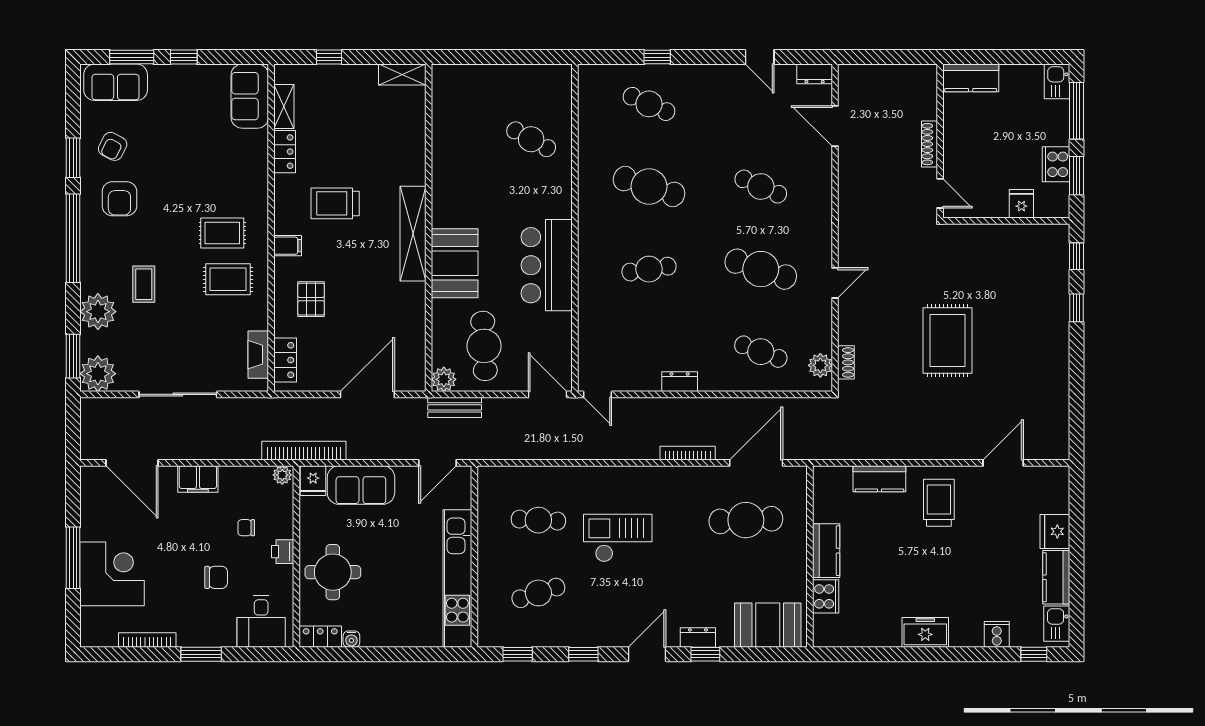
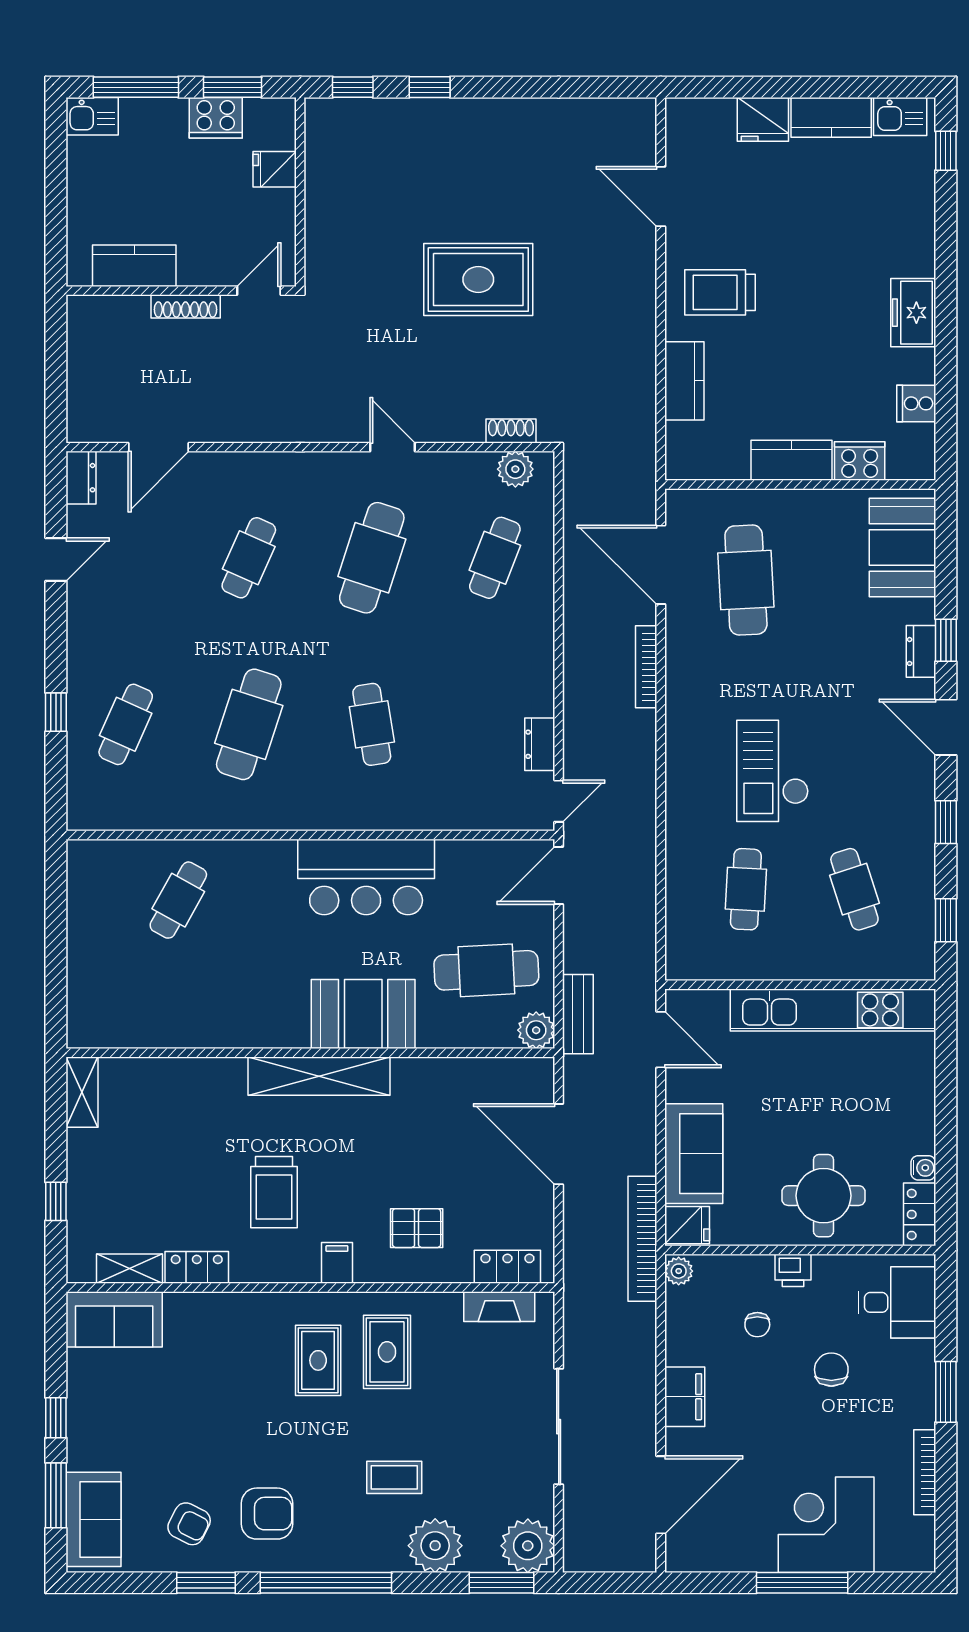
kitchen counter: (971, 78) -> (134, 266), moved, turned -90
dresser: (680, 382) -> (540, 744), moved
cooker: (997, 634) -> (916, 403), moved

